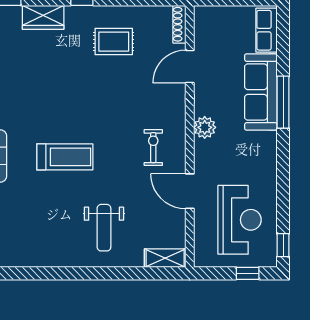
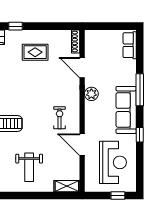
door: (190, 67) -> (82, 68), hinge flipped
sofa: (261, 92) -> (126, 110), moved
plant: (205, 127) -> (91, 94), moved
window: (283, 245) -> (140, 135), moved

